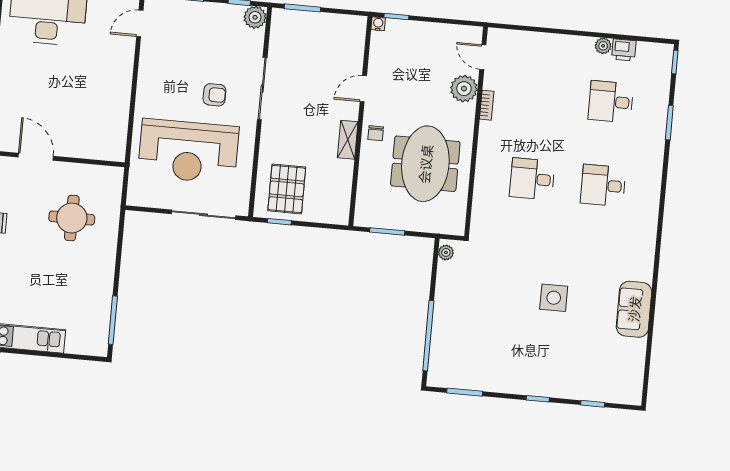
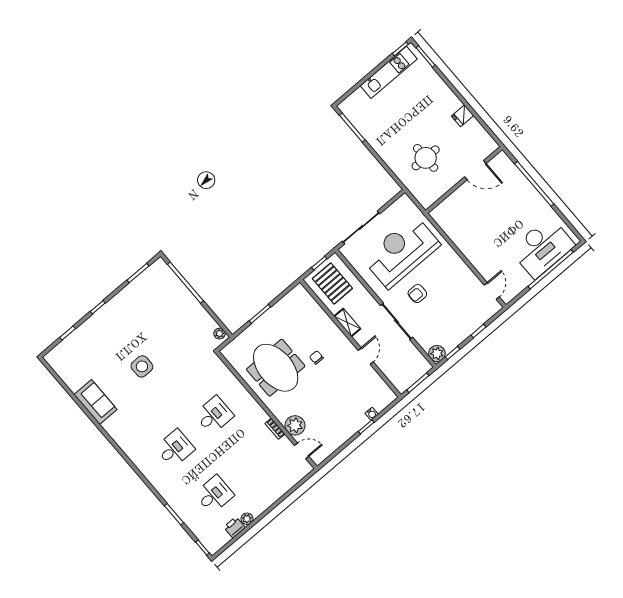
door: (363, 89) -> (366, 356), moved
wall: (360, 121) -> (351, 338), moved
shelving: (348, 140) -> (347, 322), moved

